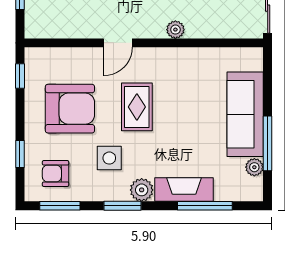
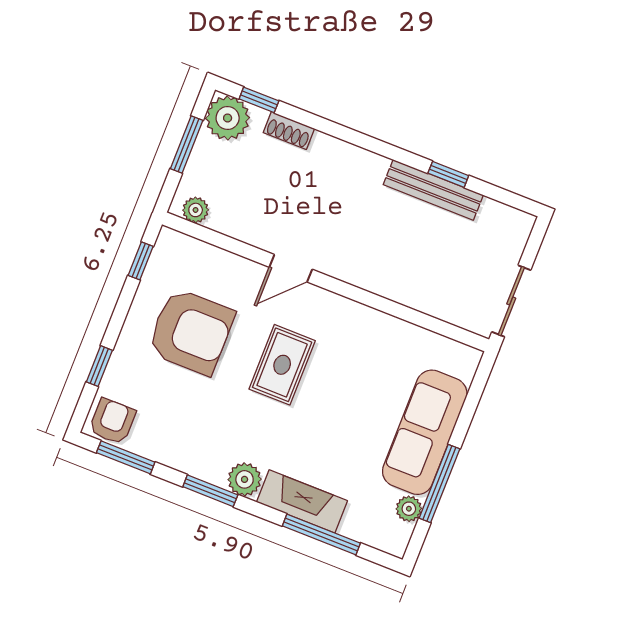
plant: (175, 30) -> (196, 210), moved
side table: (109, 158) -> (218, 419), removed
armchair: (56, 173) -> (112, 421), moved, turned 90

